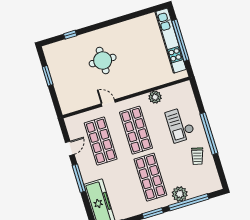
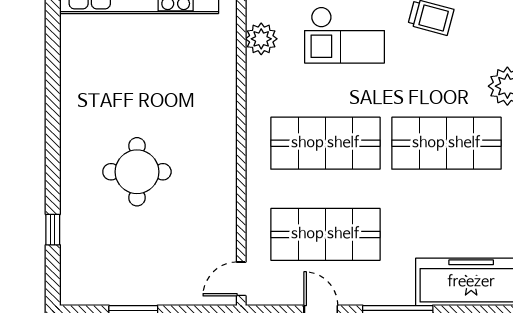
plant: (155, 97) -> (261, 39), moved
door: (108, 103) -> (241, 279), moved

